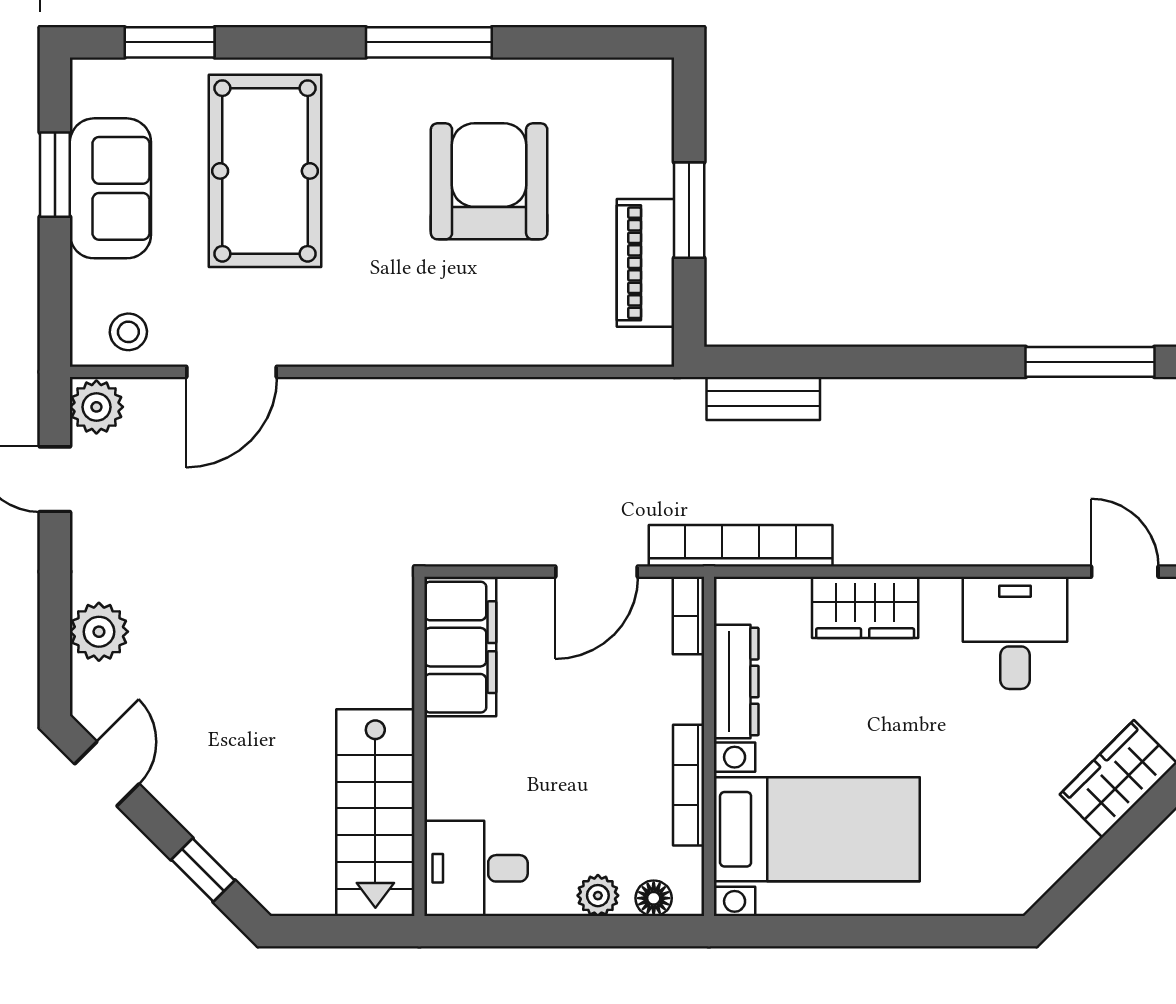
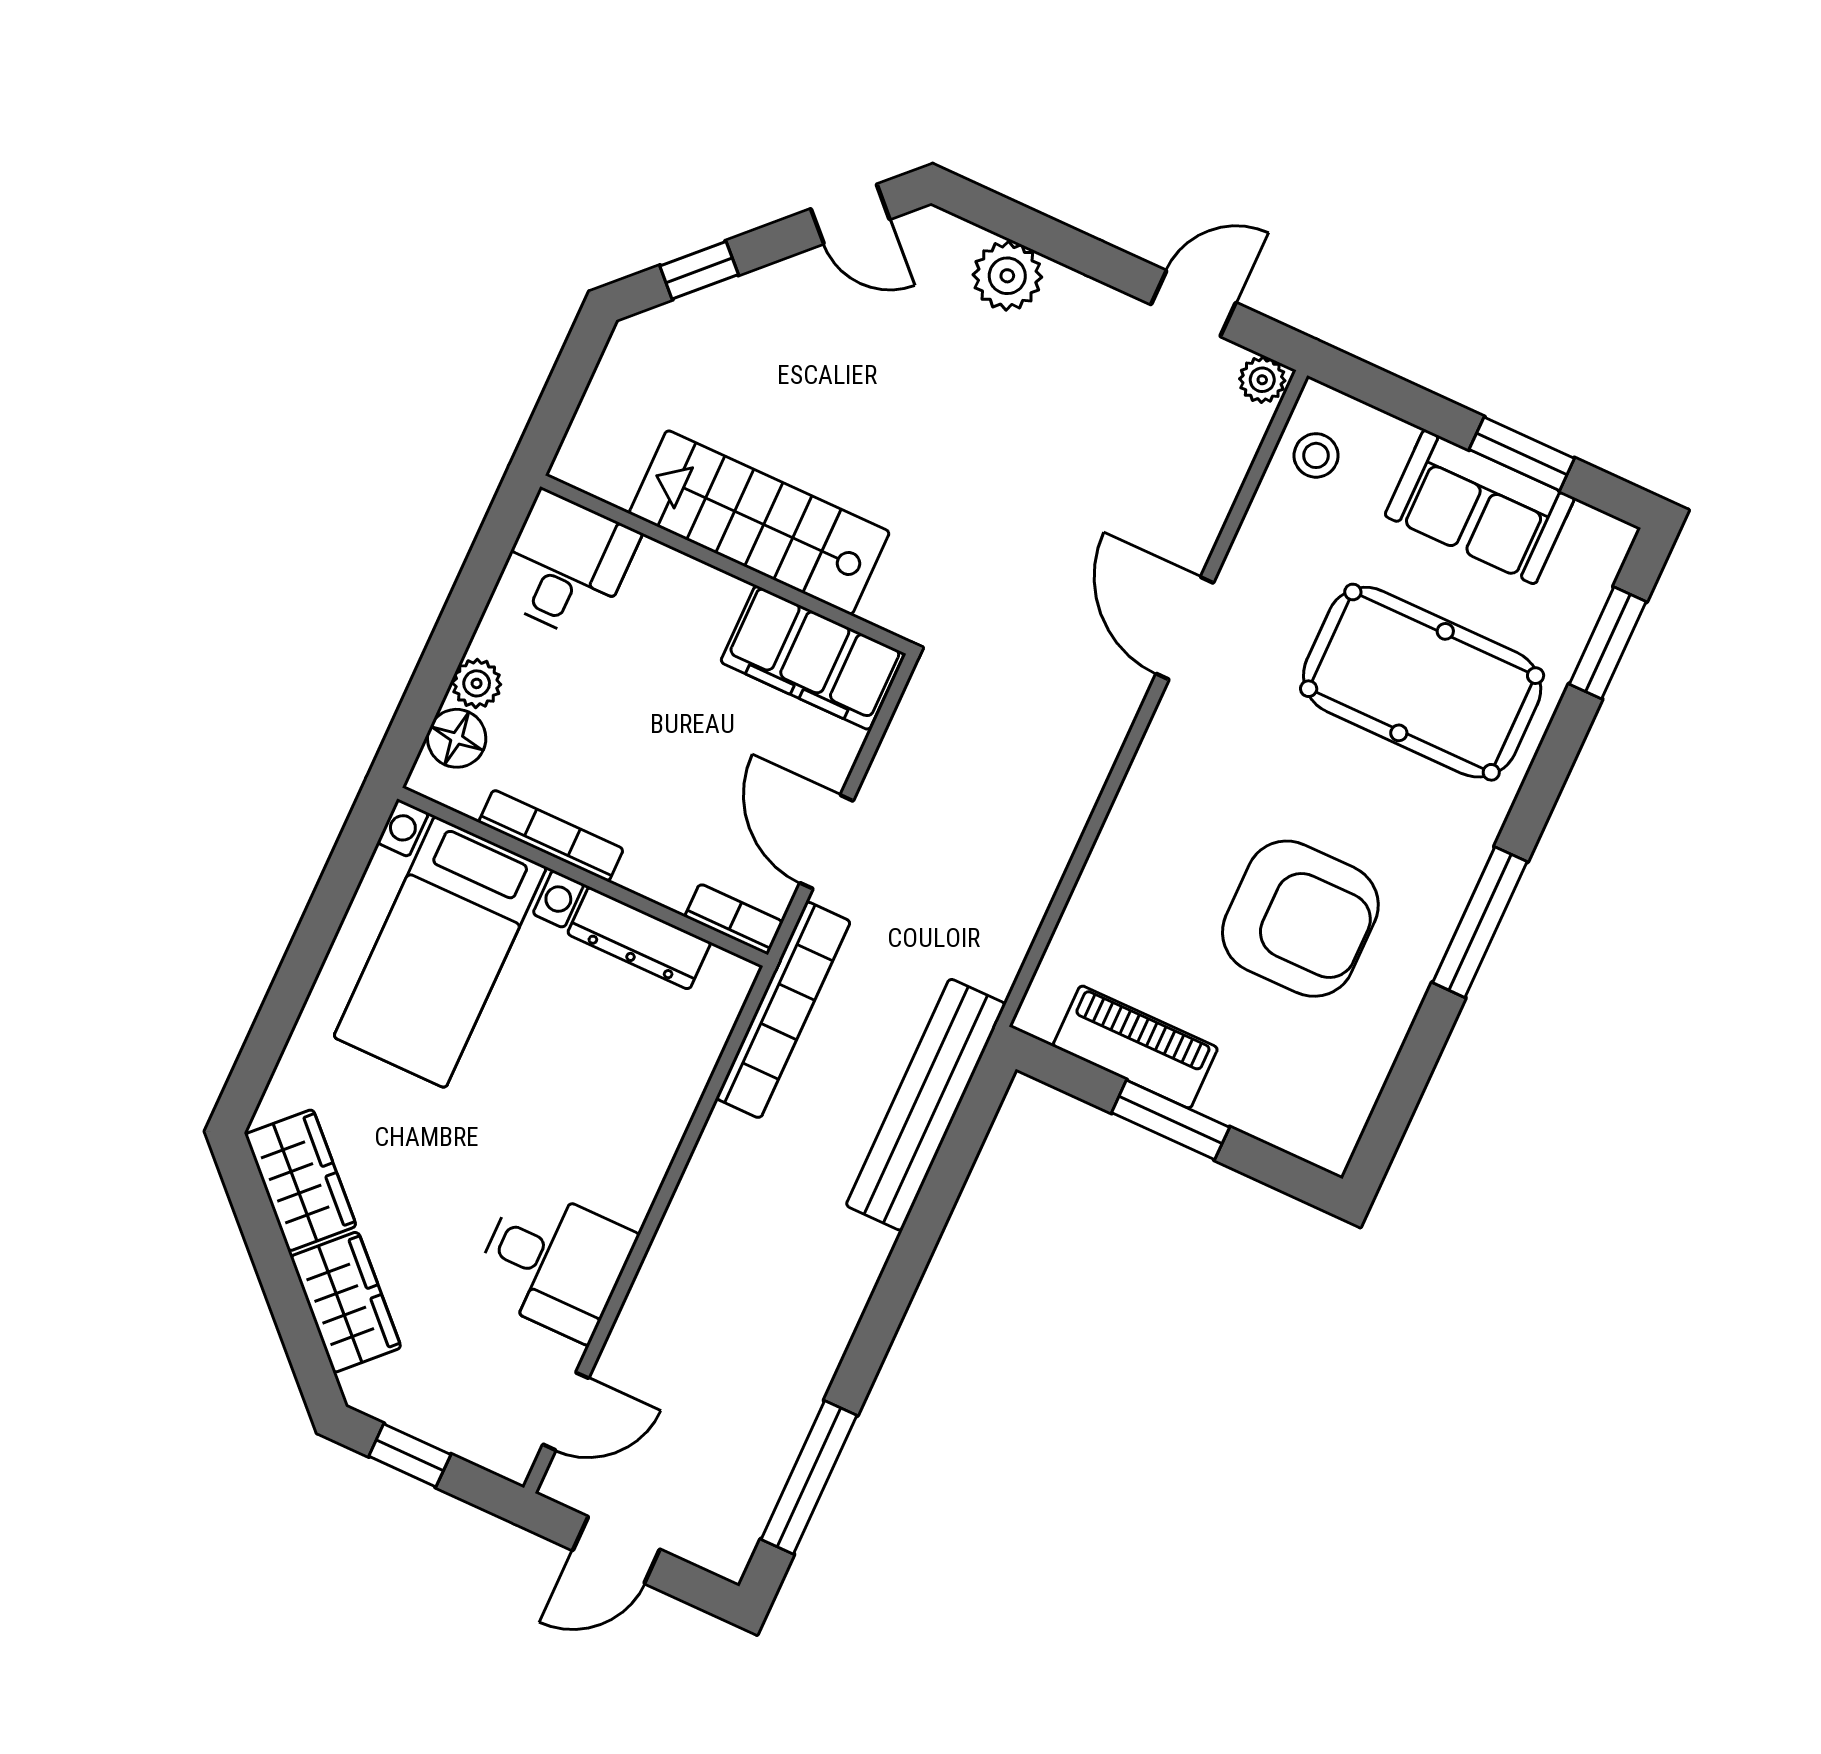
door: (232, 372) -> (1185, 628), moved
bench: (763, 399) -> (926, 1105), width x1.86, depth x1.21
plant: (96, 407) -> (1262, 380), width x0.73, depth x0.73
wardrobe: (865, 607) -> (301, 1180), moved, turned 135
stairs: (375, 813) -> (759, 523), moved
floor lamp: (654, 898) -> (457, 738), width x1.37, depth x1.37

